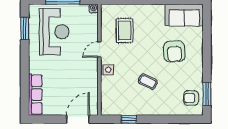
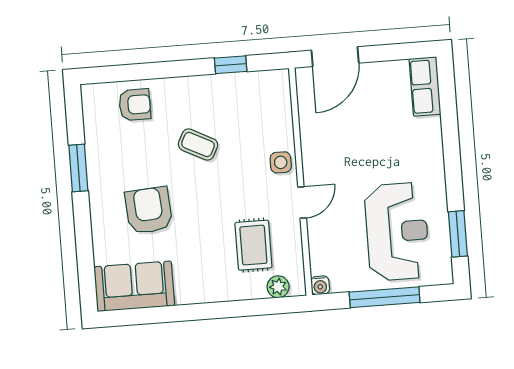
plant: (114, 9) -> (278, 287), added
reception desk: (54, 32) -> (397, 232), turned 180
window: (207, 94) -> (78, 168), moved
row of seats: (35, 95) -> (425, 86), width x0.68
armchair: (191, 98) -> (135, 105), moved

